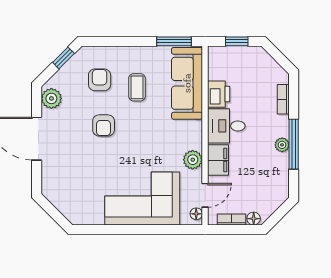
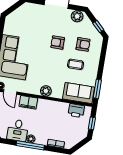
sofa: (187, 83) -> (79, 93), width x0.73
printer: (219, 94) -> (76, 111), moved
desk: (226, 126) -> (18, 130), moved, turned 180
plant: (193, 160) -> (46, 91), moved

